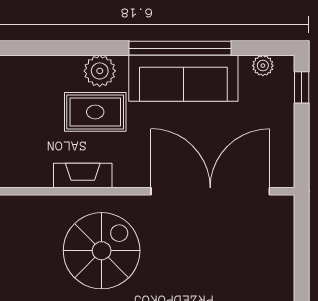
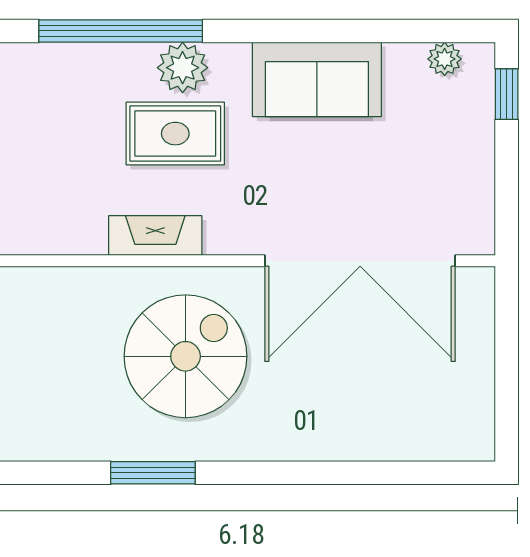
window: (180, 48) -> (121, 31), moved
sofa: (183, 78) -> (317, 79), width x0.73
double door: (210, 191) -> (360, 261), swing flipped

